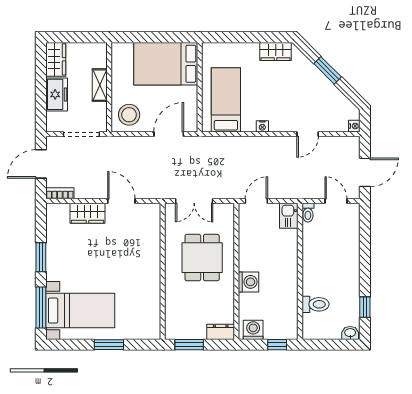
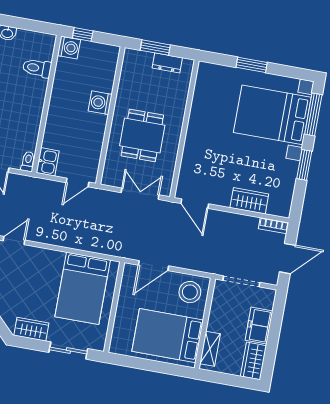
sliding door: (236, 37) -> (68, 351), added
bed: (166, 64) -> (168, 336), moved, turned 180
shelving: (100, 85) -> (210, 349), moved
bed: (226, 100) -> (83, 288), width x1.50
nightstand: (262, 126) -> (58, 256), removed
door: (121, 201) -> (195, 204), moved
bed with nightstands: (80, 311) -> (272, 115), width x1.36
washing machine: (253, 330) -> (69, 48), moved, turned -90
dresser: (221, 332) -> (167, 63), moved
window: (189, 345) -> (155, 48), moved

